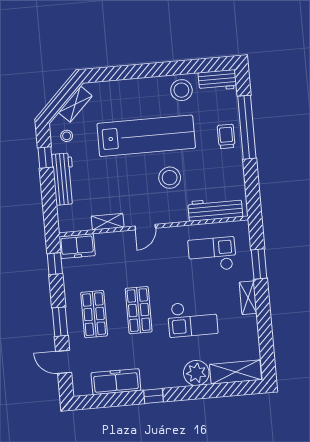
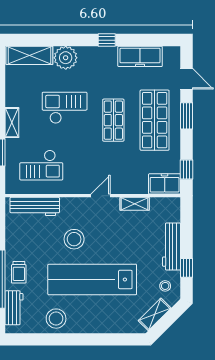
workbench: (217, 80) -> (14, 308), moved, turned 90
shop shelf: (94, 314) -> (155, 120), width x1.43, depth x1.36

